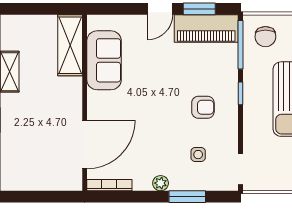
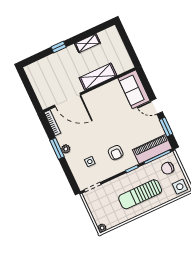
piano: (206, 29) -> (152, 149), moved, turned 90
shelving: (70, 45) -> (98, 77), moved
sofa: (104, 60) -> (134, 89), moved, turned 90
window: (187, 197) -> (57, 149), moved

